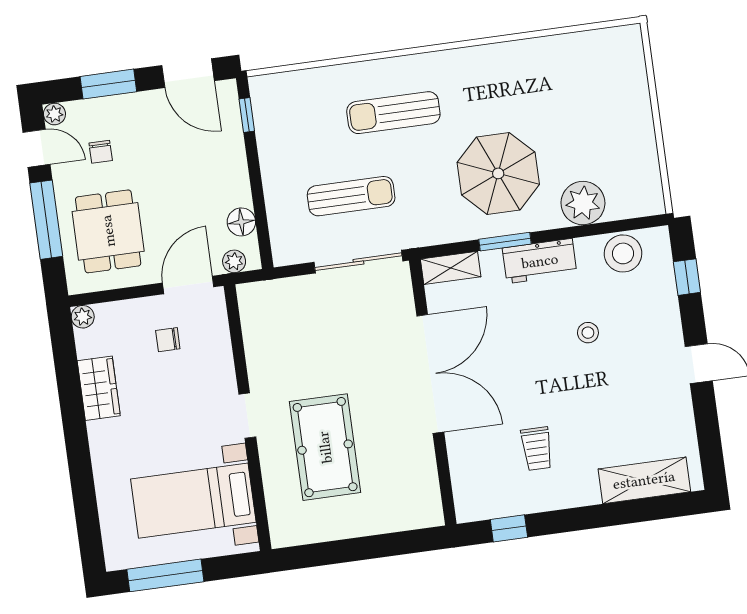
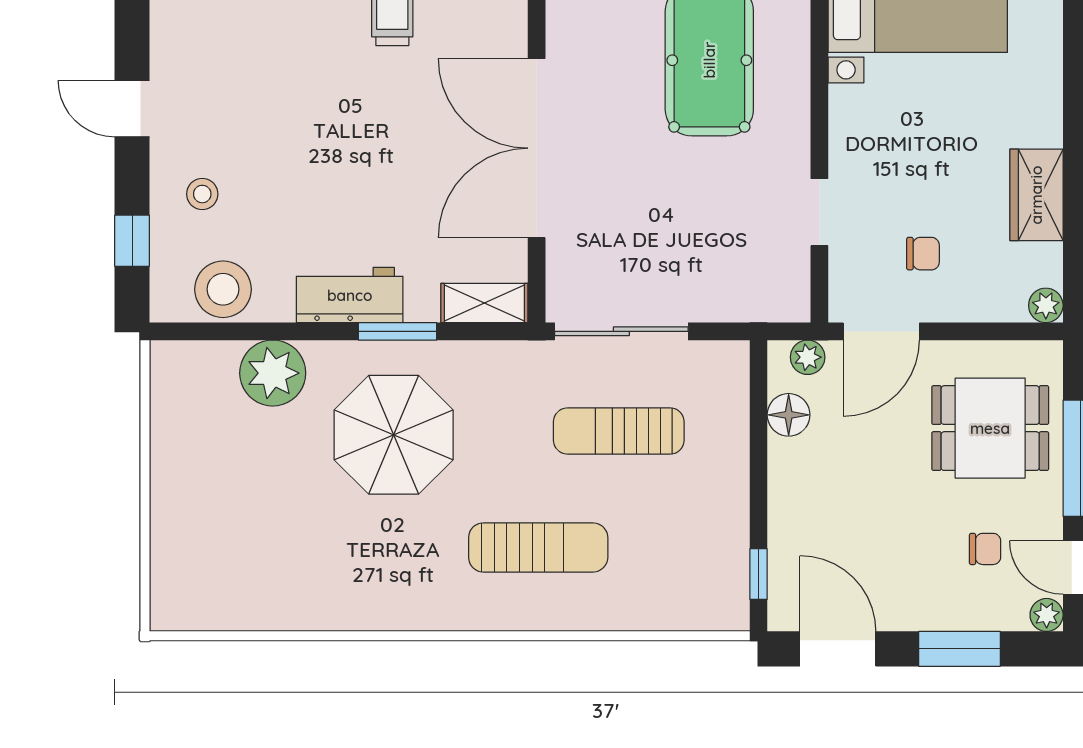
chair: (101, 152) -> (985, 549), turned 90
dining table: (108, 231) -> (990, 428), turned 90
stool: (588, 333) -> (202, 194), moved
doorway: (247, 416) -> (819, 212), moved

